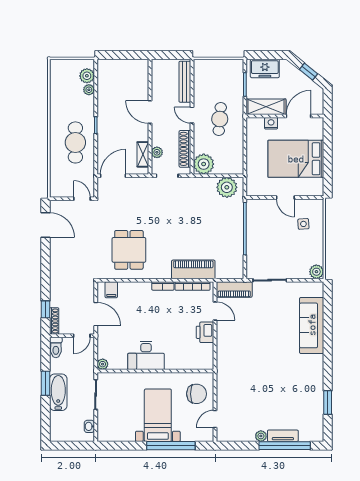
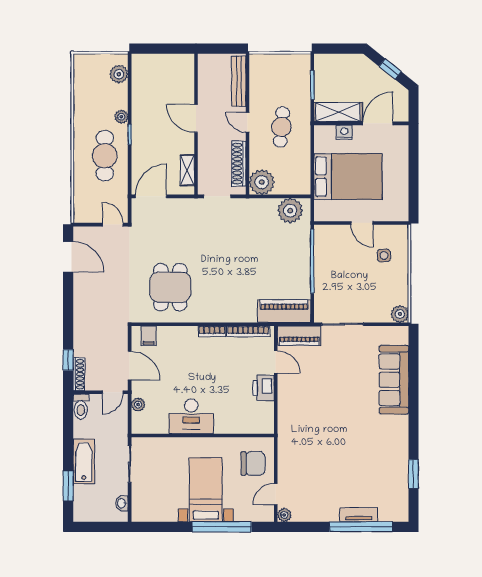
freezer: (265, 68) -> (337, 65), removed
plant: (89, 90) -> (121, 117), moved
plant: (157, 152) -> (205, 168), removed
bed: (296, 159) -> (348, 177), moved, turned 180
piano: (193, 269) -> (284, 311), moved
plant: (103, 364) -> (138, 405), moved
window: (45, 383) -> (68, 486), moved
plant: (261, 436) -> (284, 515), moved

